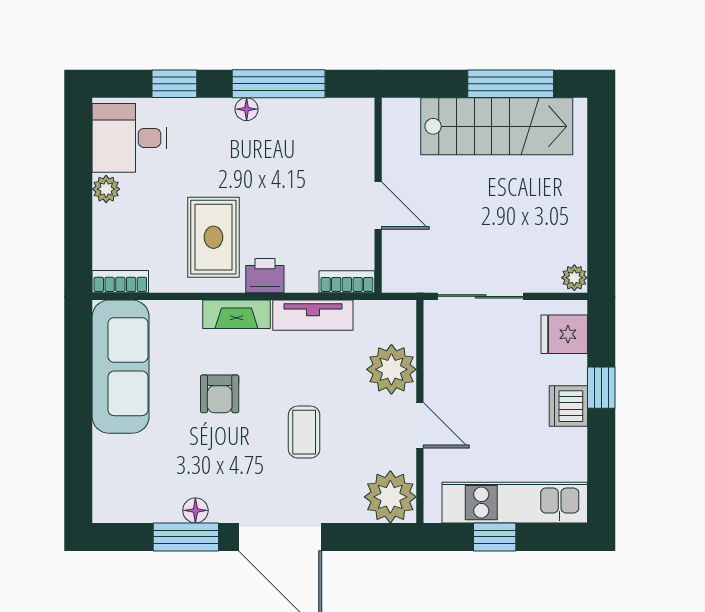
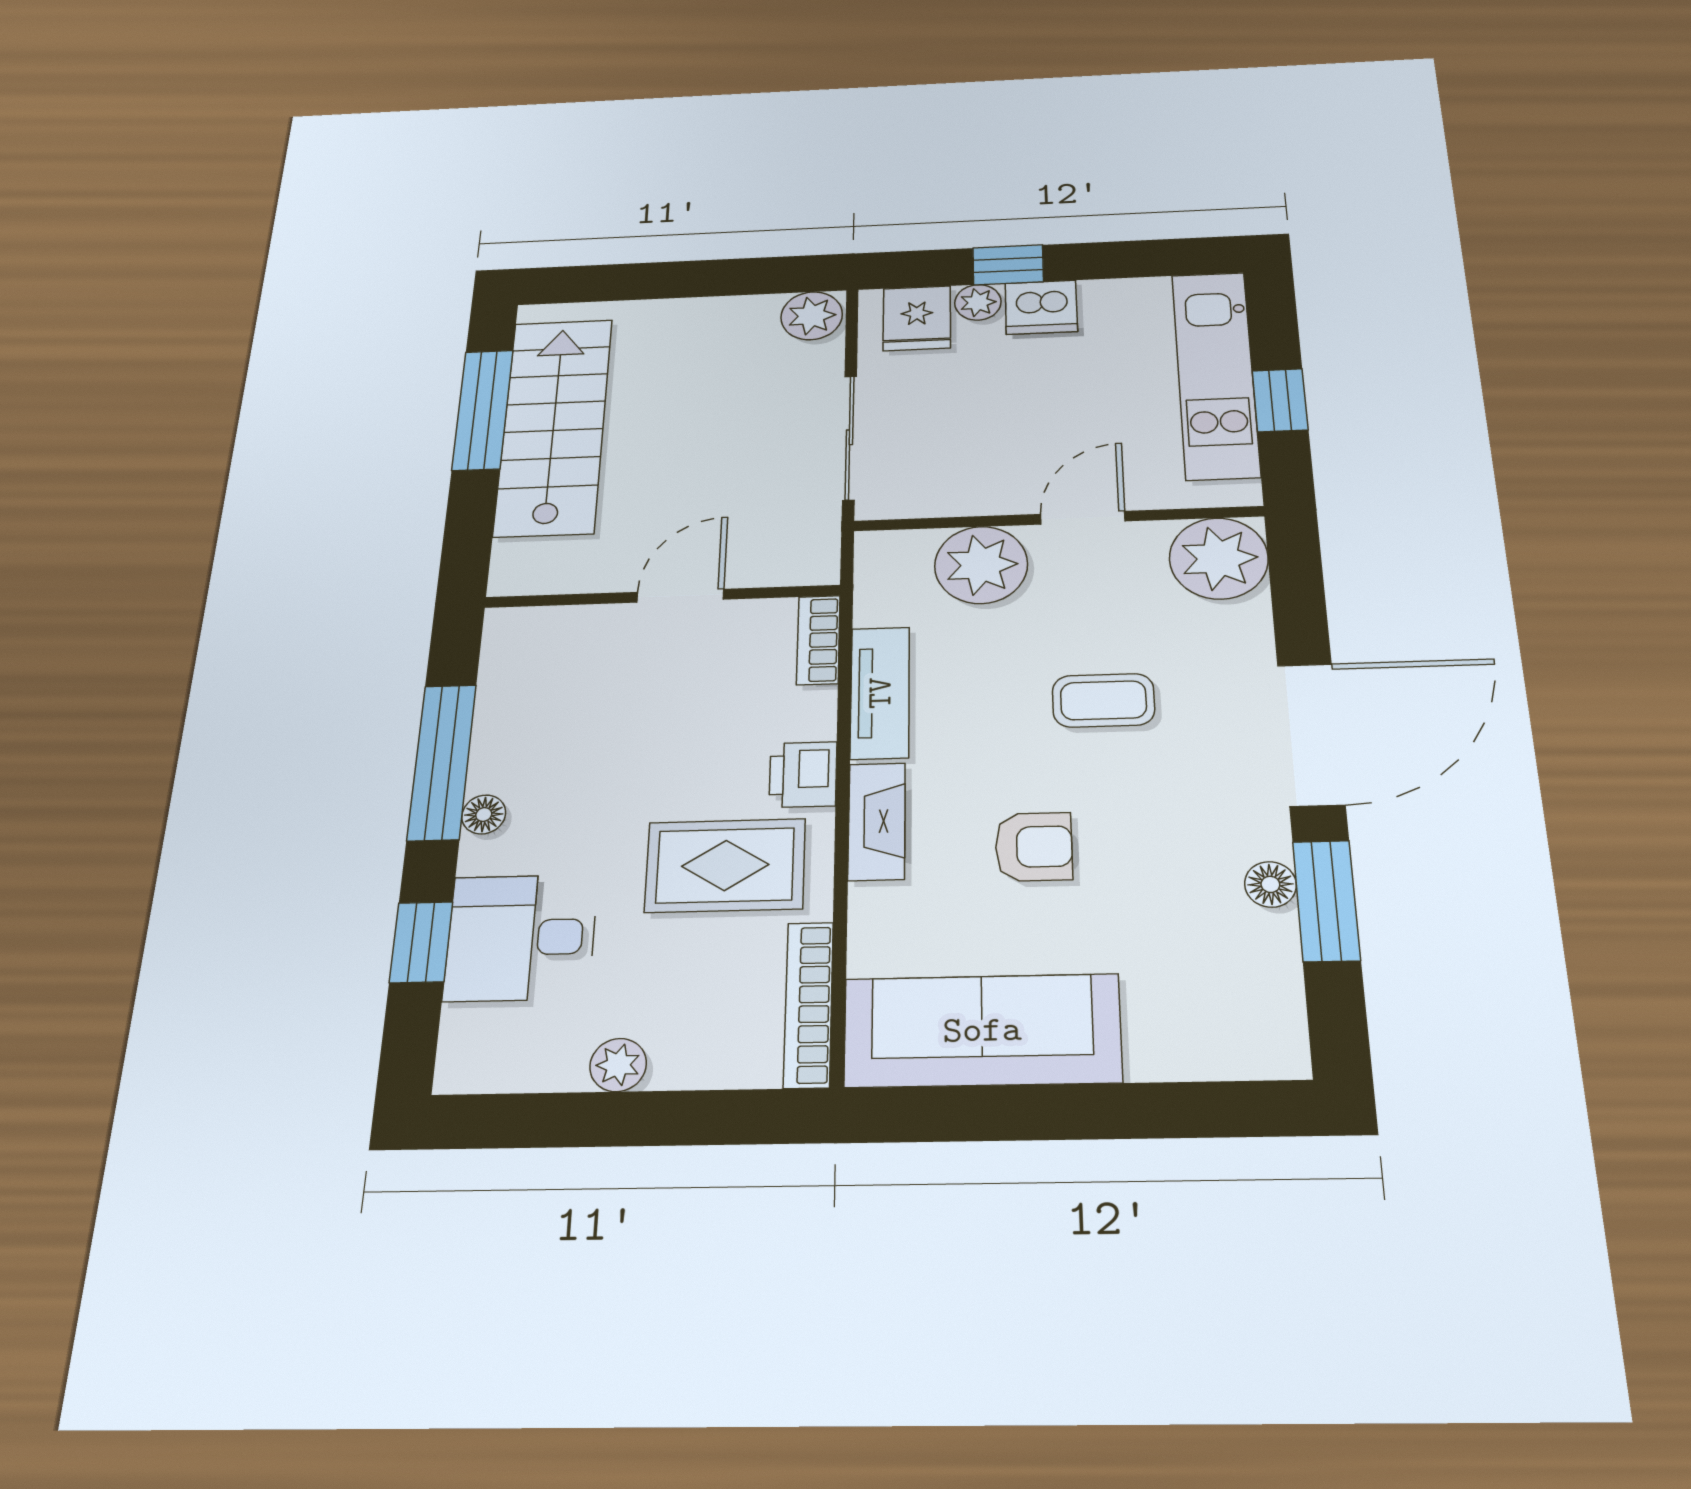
desk: (129, 138) -> (521, 938), moved, turned 90
plant: (574, 278) -> (812, 316), width x1.38, depth x1.38
bookcase: (120, 282) -> (809, 1004), width x1.56
plant: (574, 370) -> (978, 302), added

